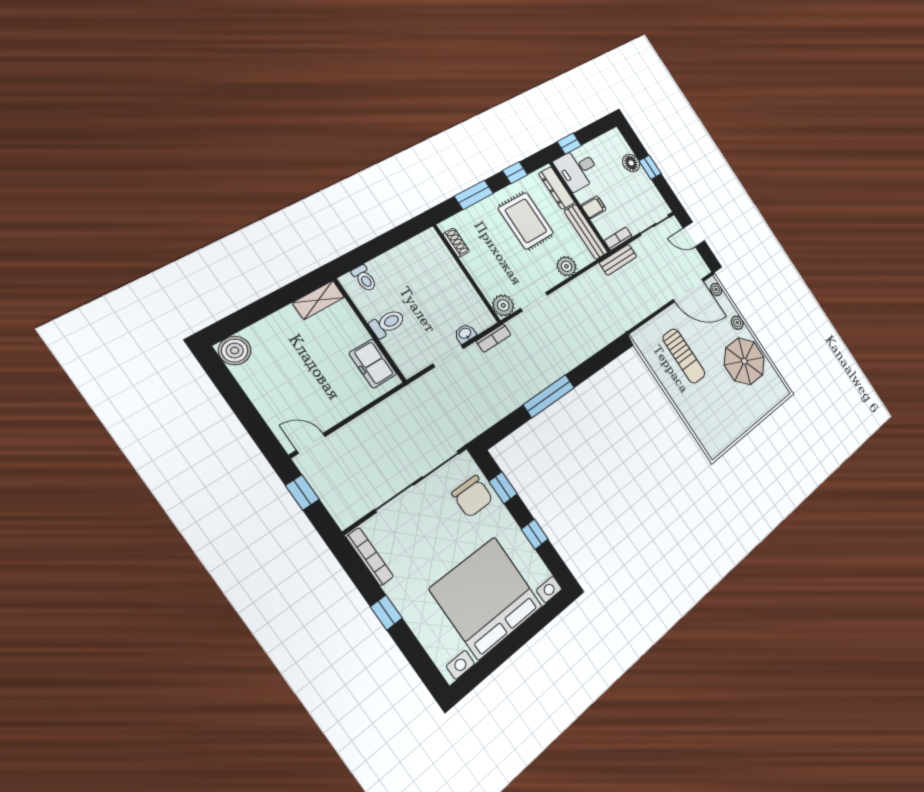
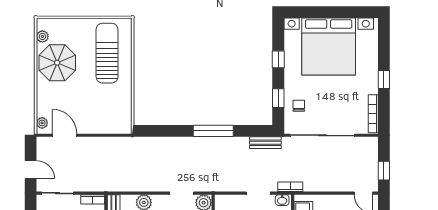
bench: (618, 260) -> (265, 143), moved
door: (688, 290) -> (65, 135), width x0.73
plant: (737, 323) -> (42, 36), moved
washbasin: (465, 334) -> (282, 200), moved
bookcase: (494, 338) -> (290, 187), moved
sun lounger: (684, 356) -> (107, 53), moved, width x1.36, depth x1.34
chair: (472, 496) -> (299, 106), width x0.54, depth x0.54

